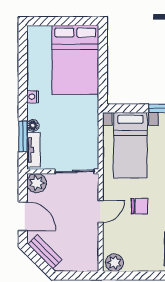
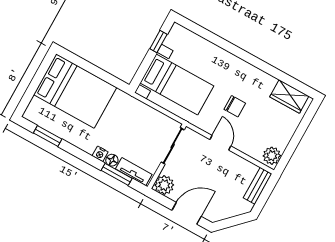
window: (23, 58) -> (48, 136), added
nightstand: (33, 97) -> (100, 154), moved
chair: (139, 206) -> (235, 106), turned 90
bench: (45, 252) -> (258, 186), moved, turned -45

